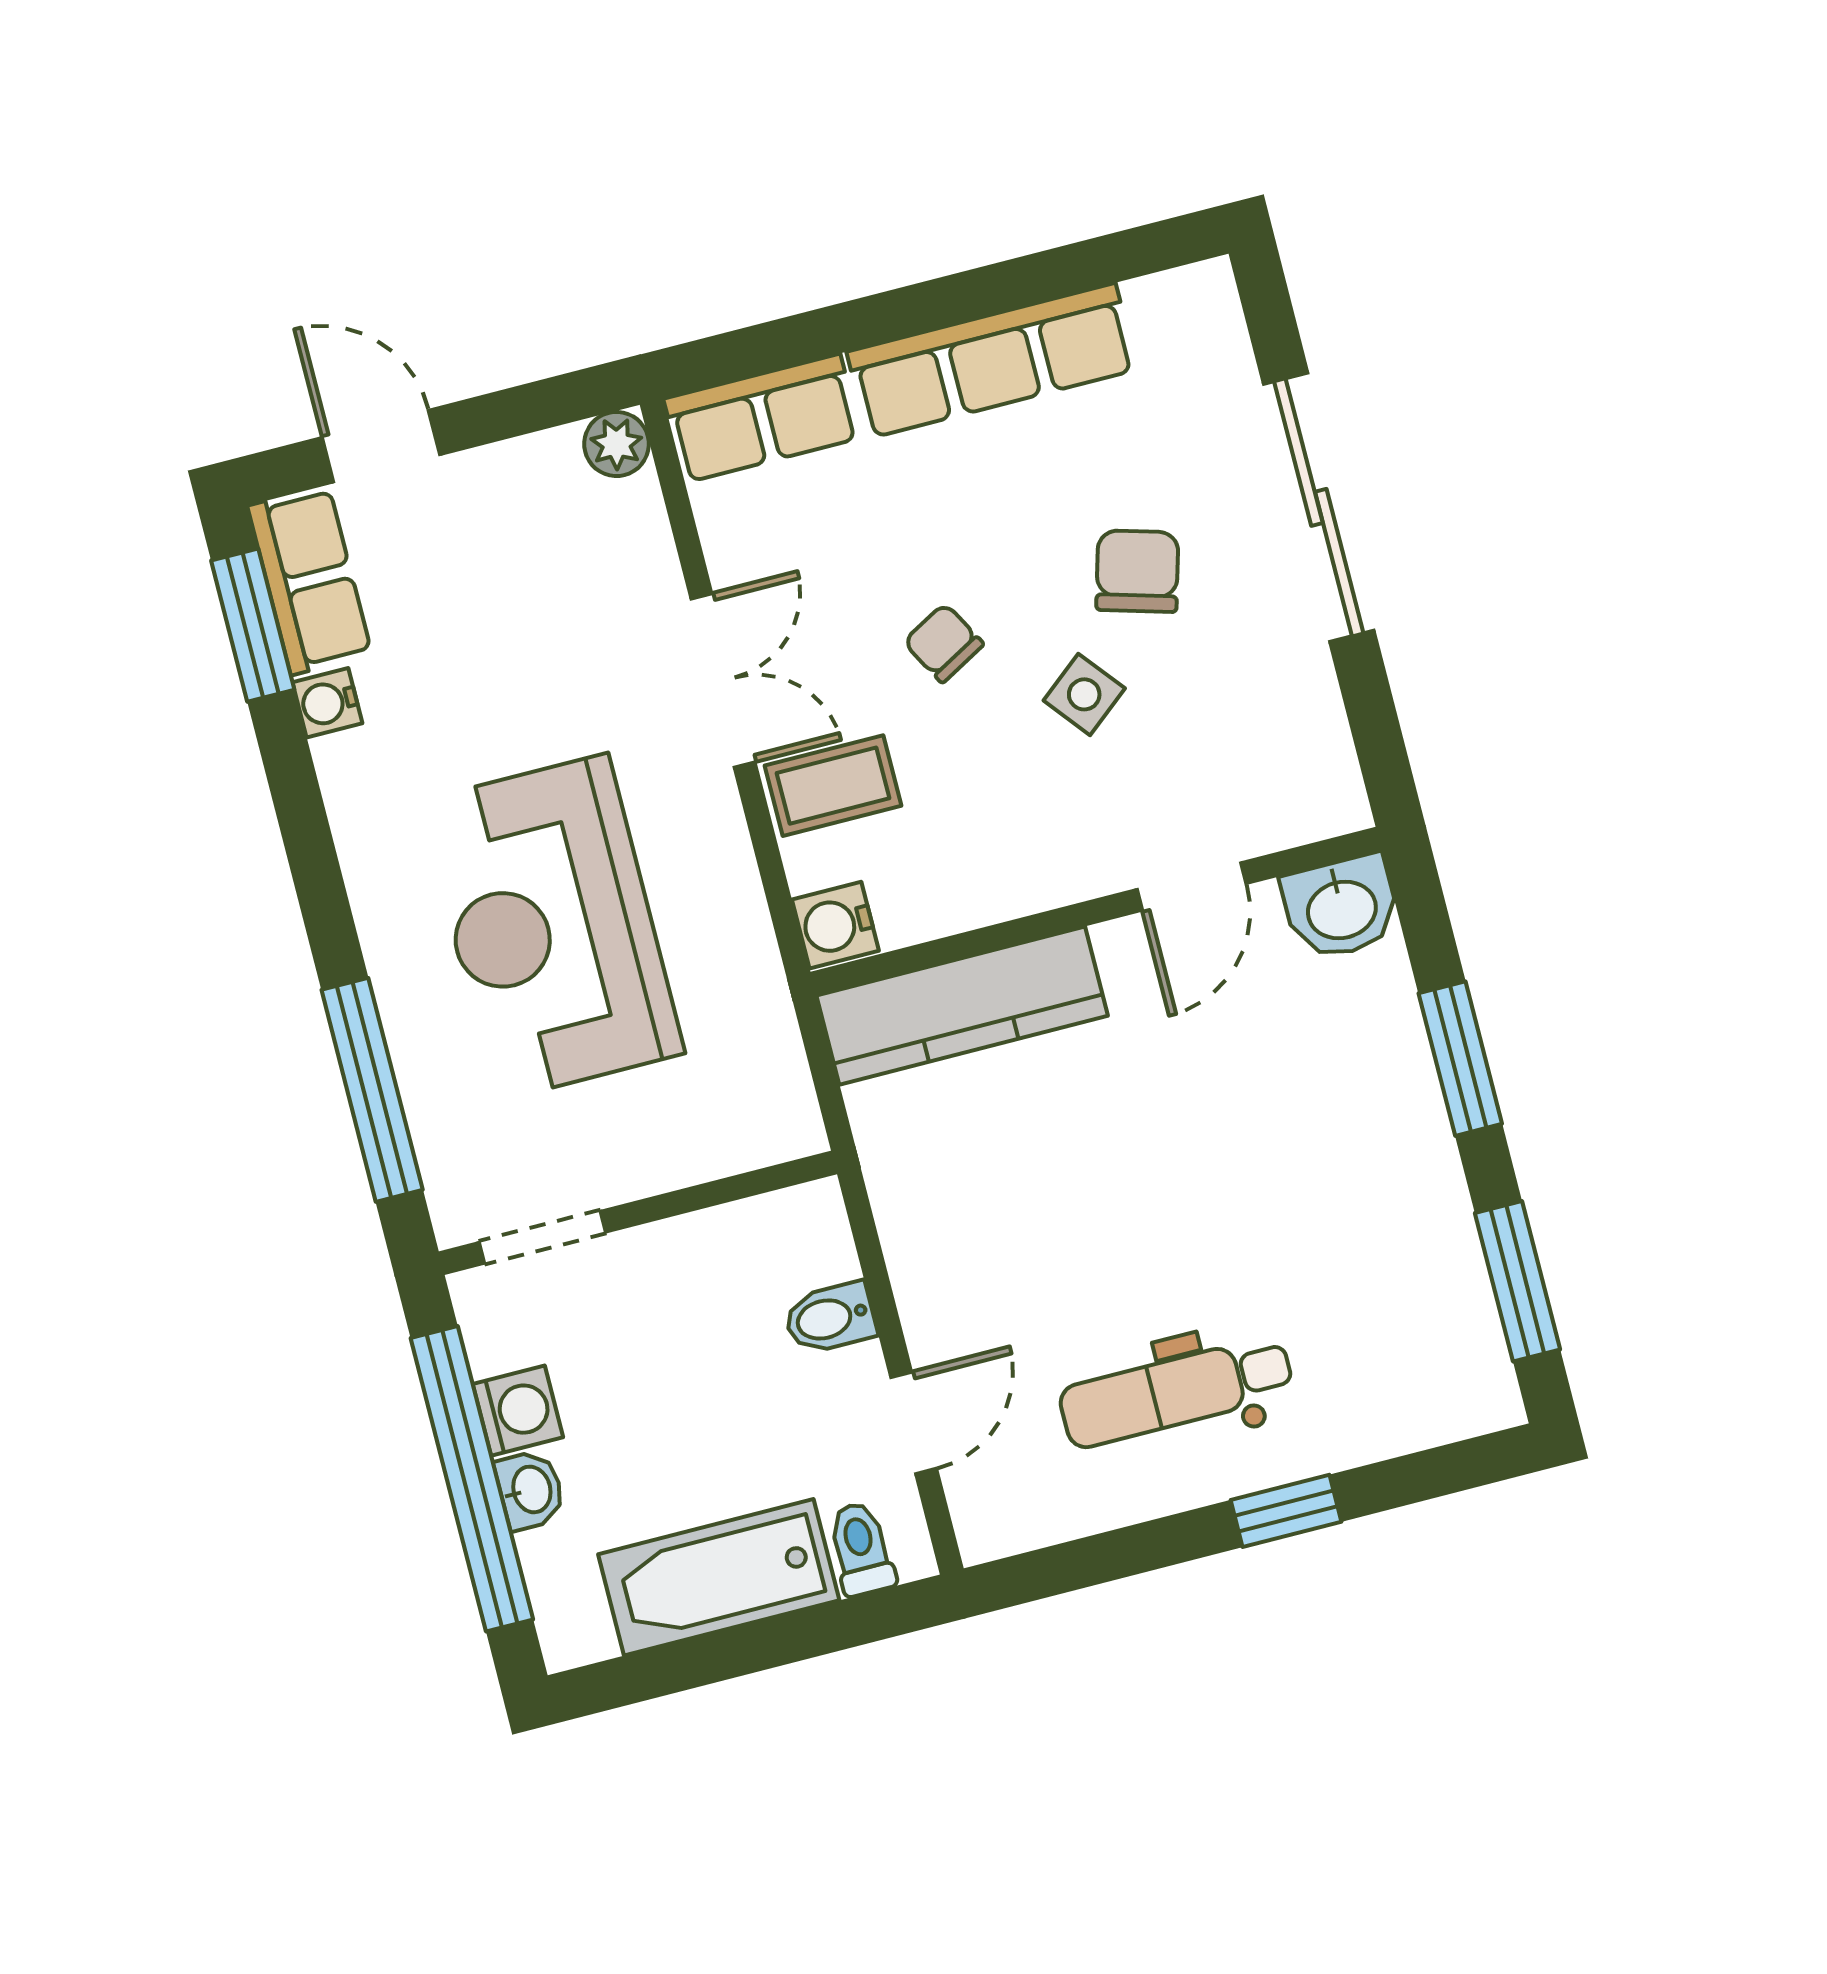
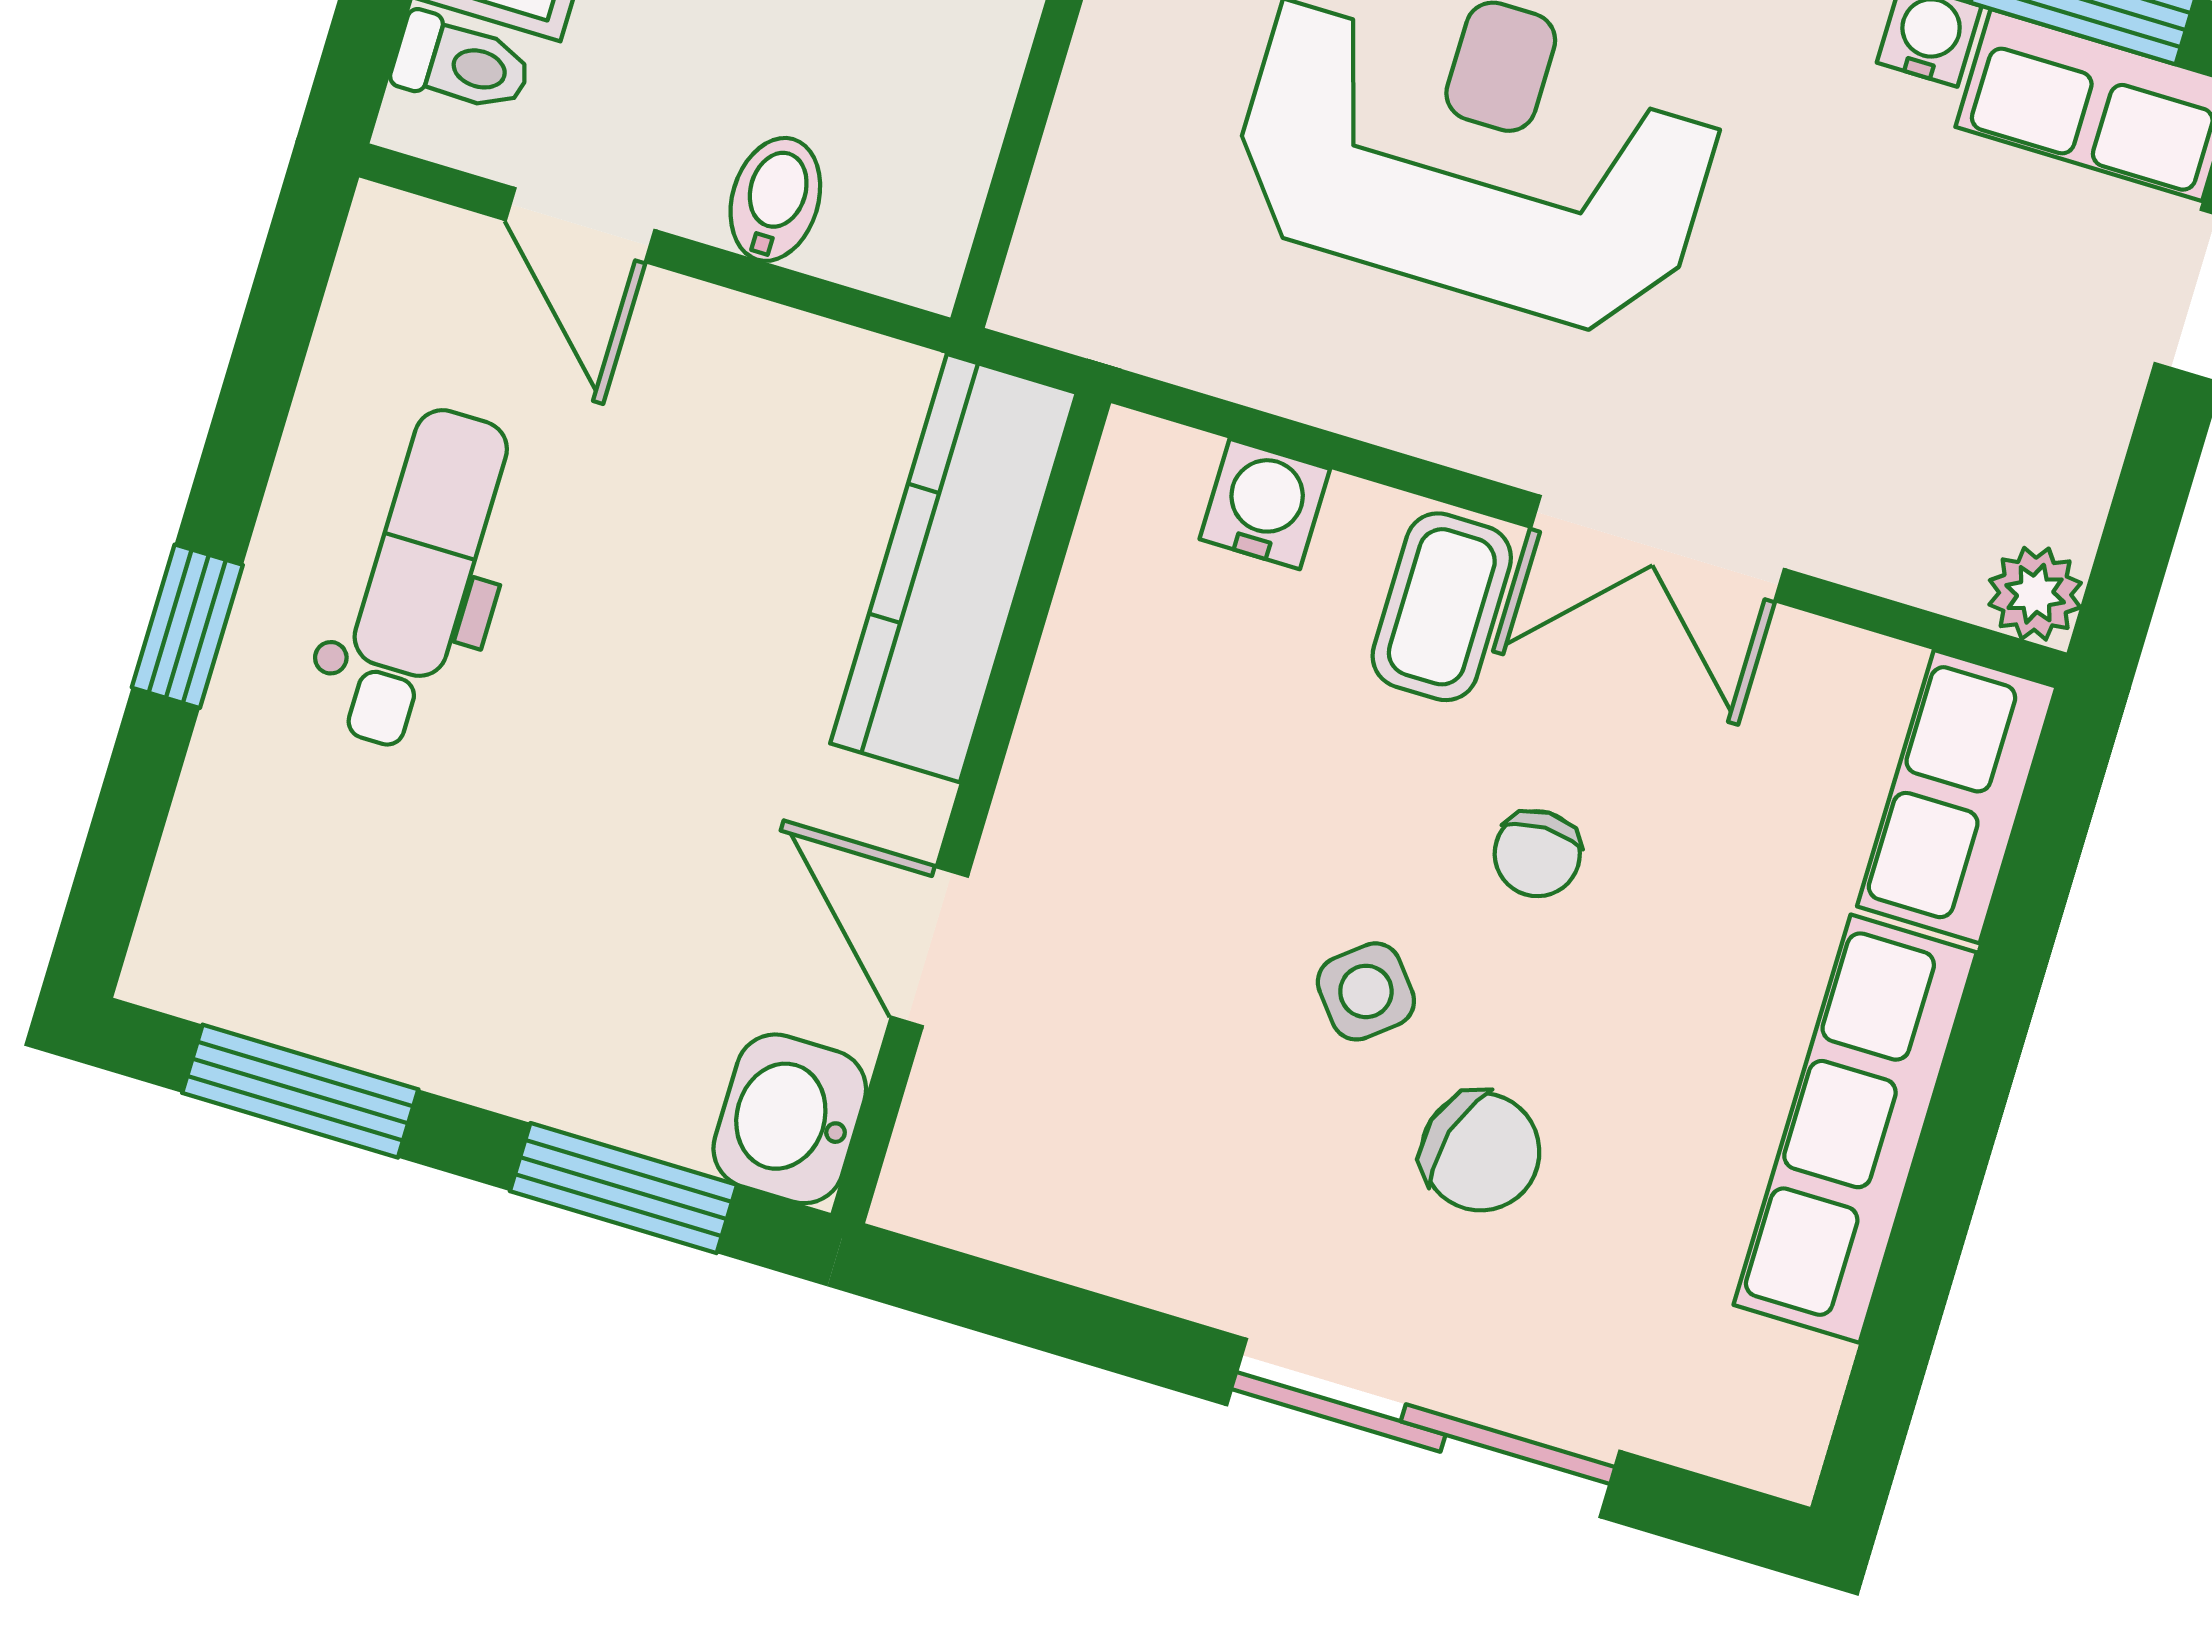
chair: (943, 643) -> (1537, 854), turned 119
door: (1192, 887) -> (929, 947), moved
washbasin: (1341, 907) -> (790, 1119), moved
wall: (1096, 911) -> (971, 808), moved
kitchen counter: (962, 1006) -> (953, 568), moved

